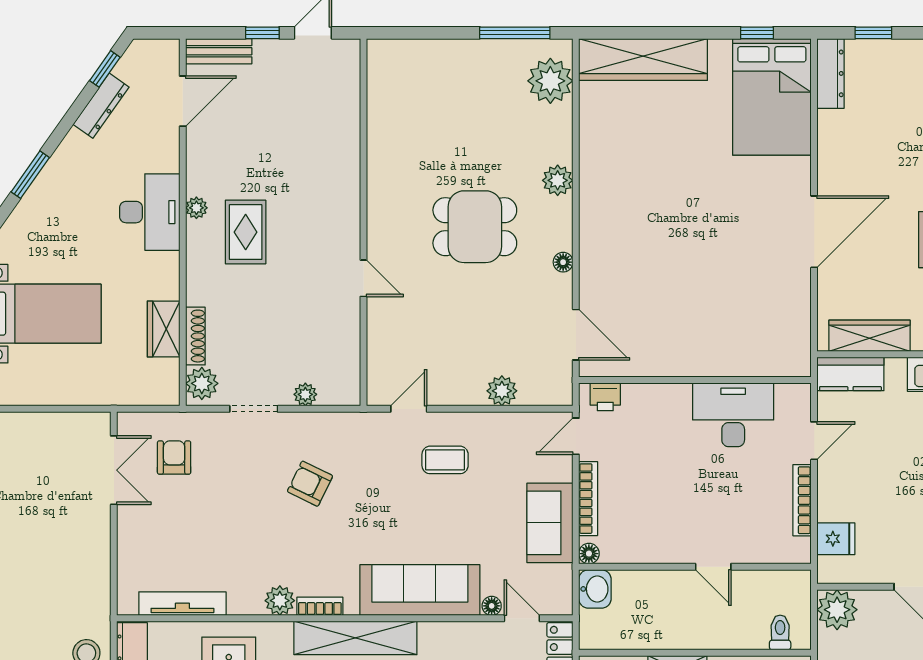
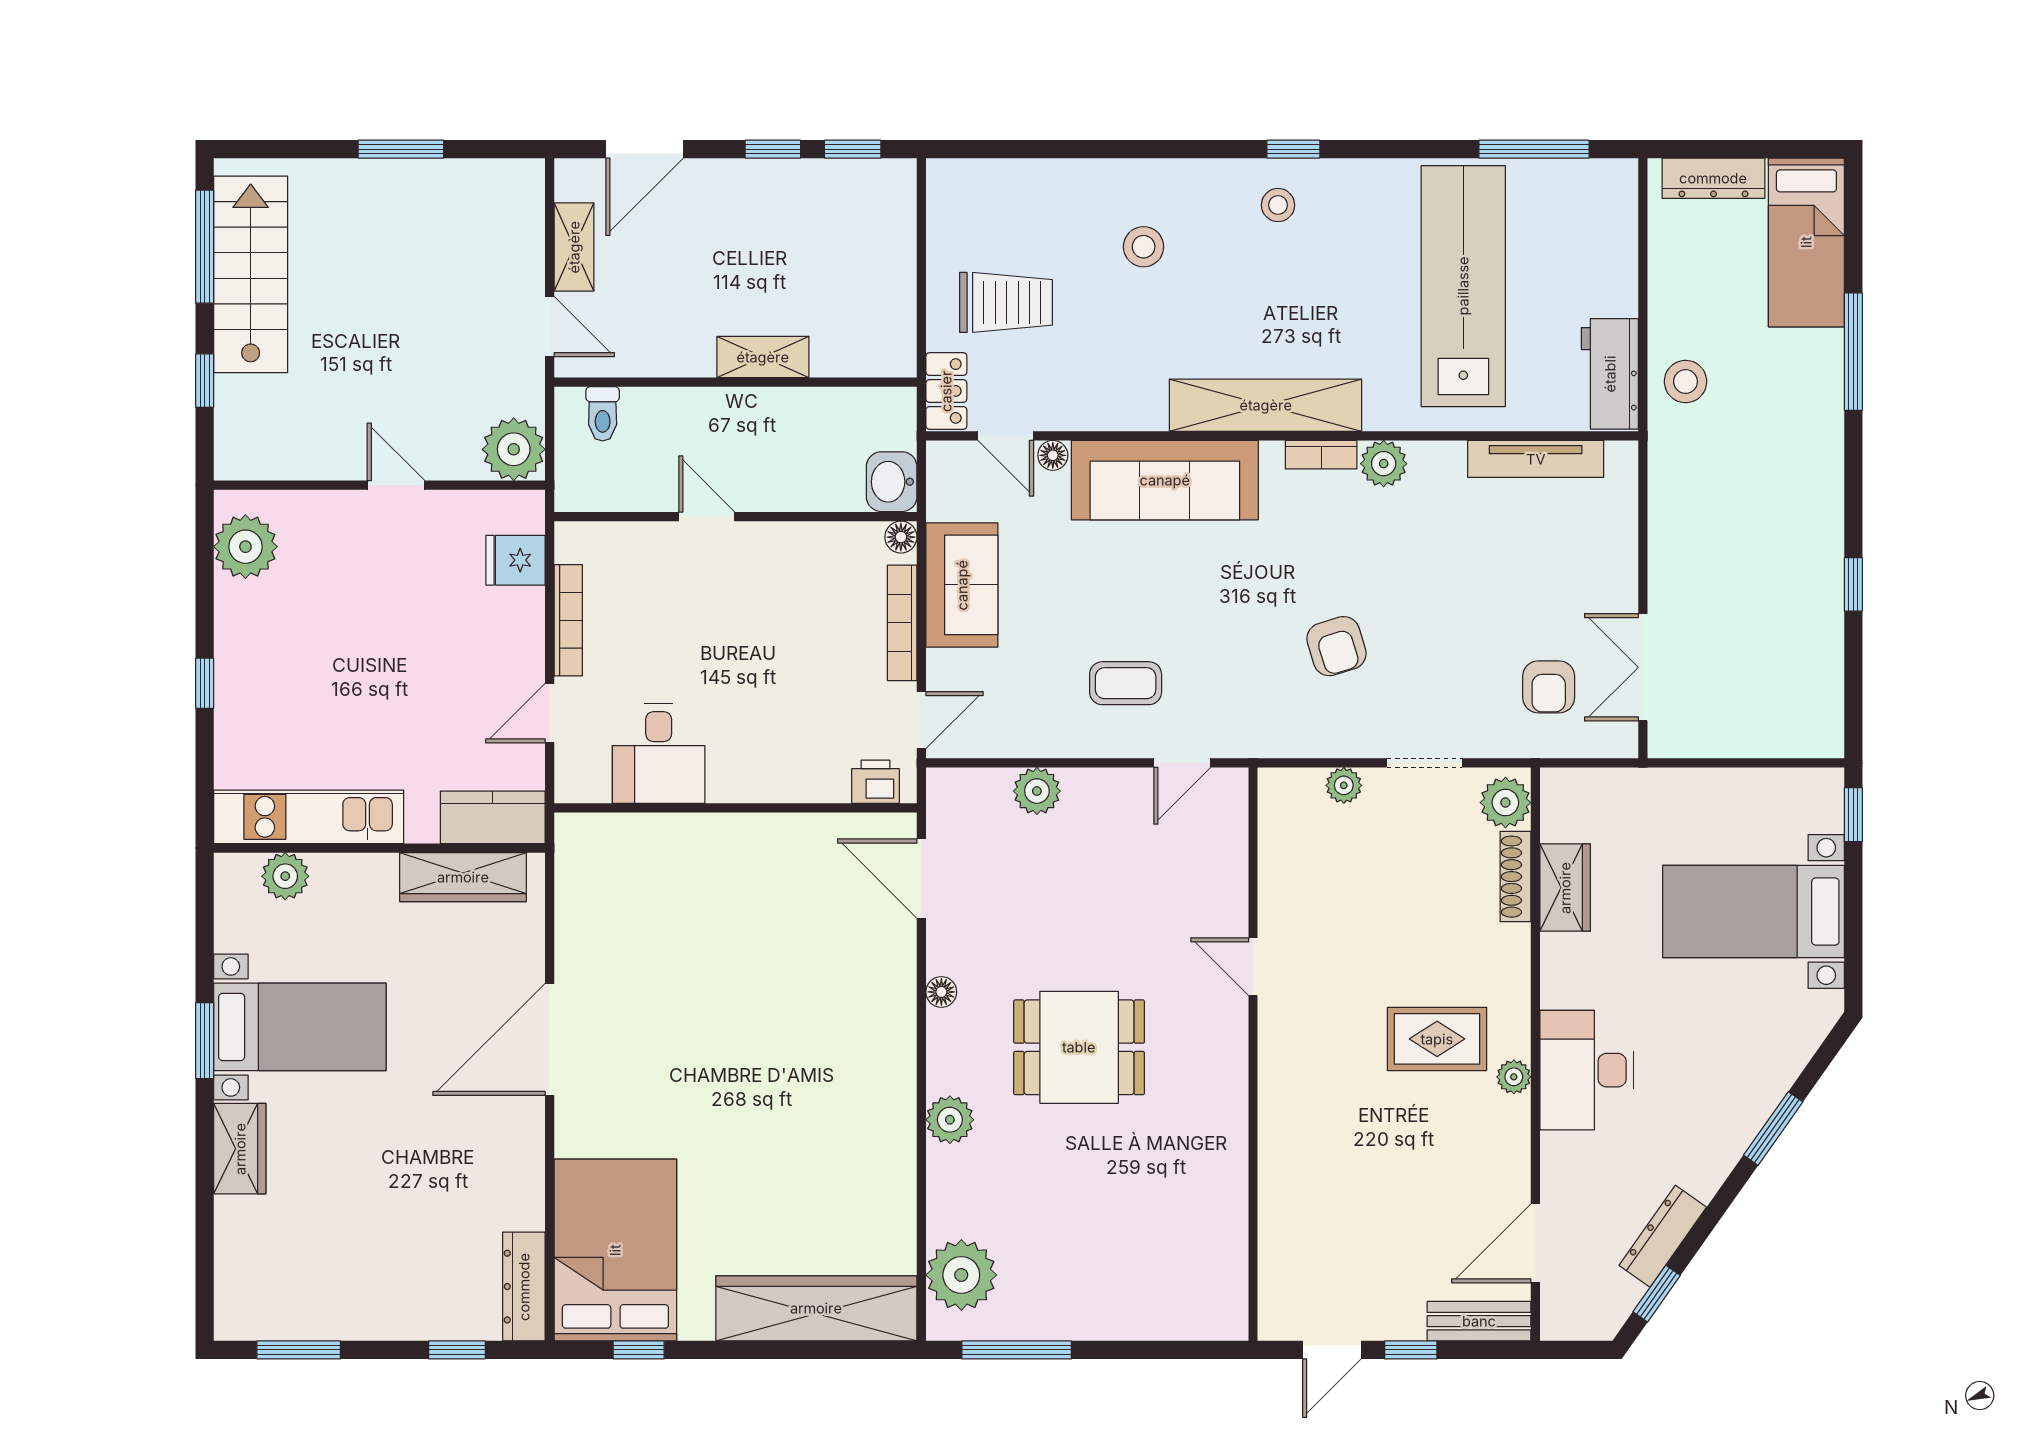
rug: (246, 232) -> (1437, 1039), turned 90
desk: (733, 415) -> (659, 754), width x0.73
armchair: (310, 484) -> (1336, 646), turned 47

